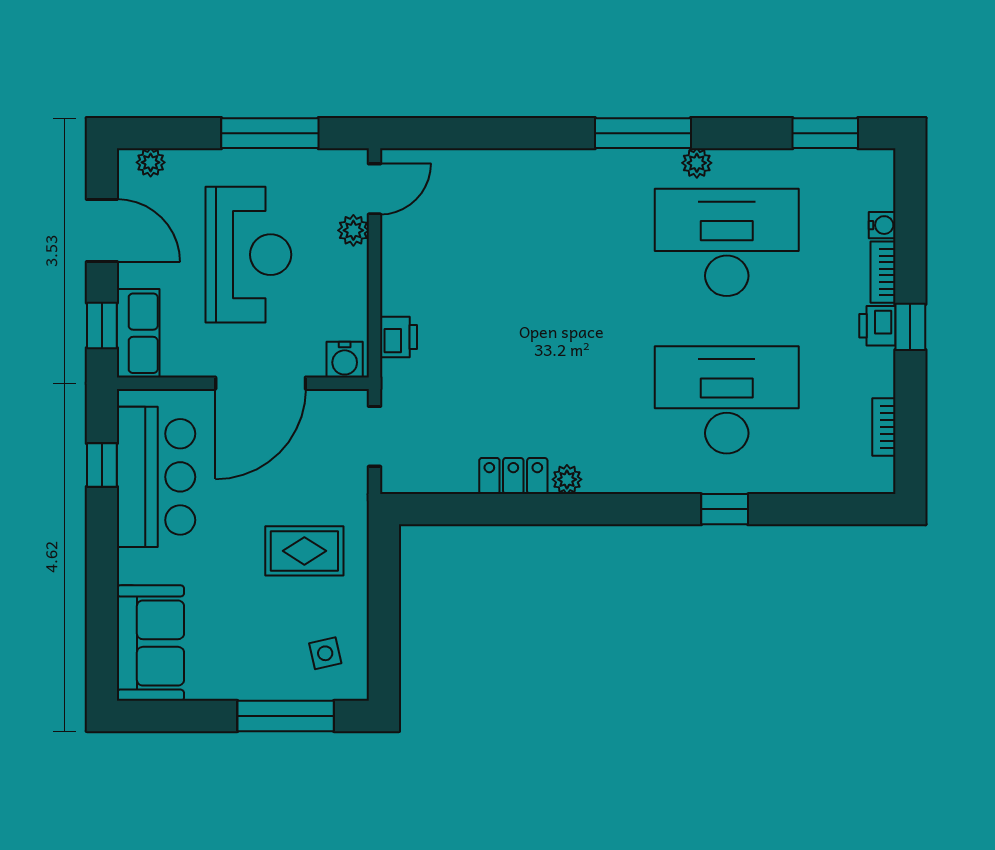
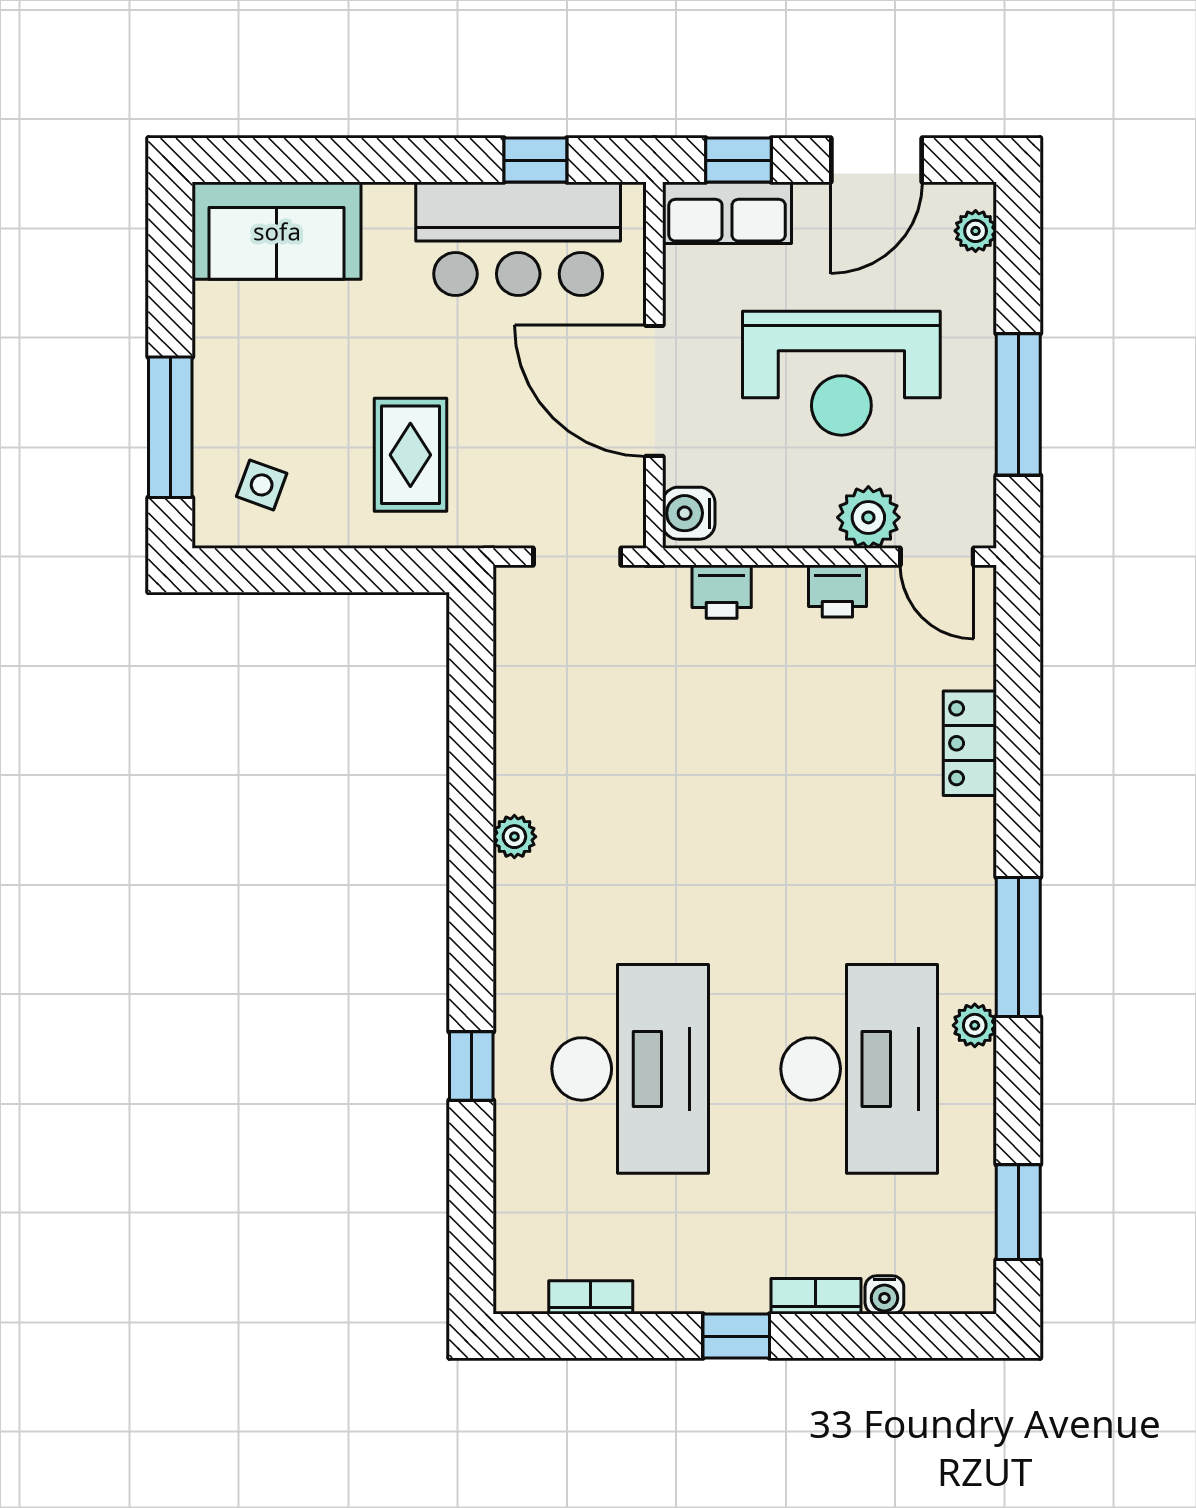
plant: (353, 230) -> (868, 517), width x1.38, depth x1.38
printer: (877, 326) -> (837, 591), moved, turned 180
locker: (513, 476) -> (970, 743), moved, turned 180
side table: (325, 653) -> (262, 485), turned 33

